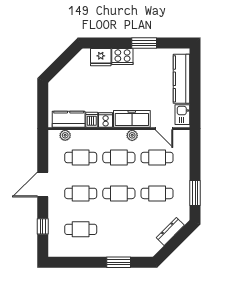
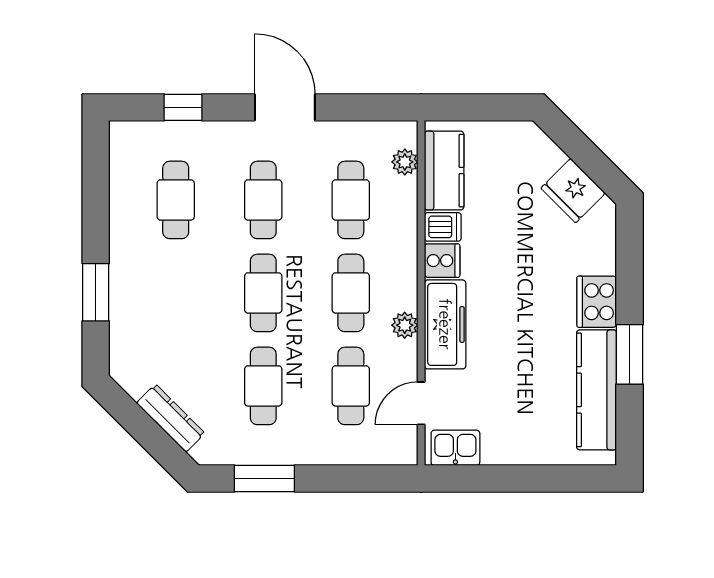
fridge: (101, 57) -> (573, 191), moved, turned -45
kitchen counter: (182, 79) -> (597, 390), moved, turned -90

